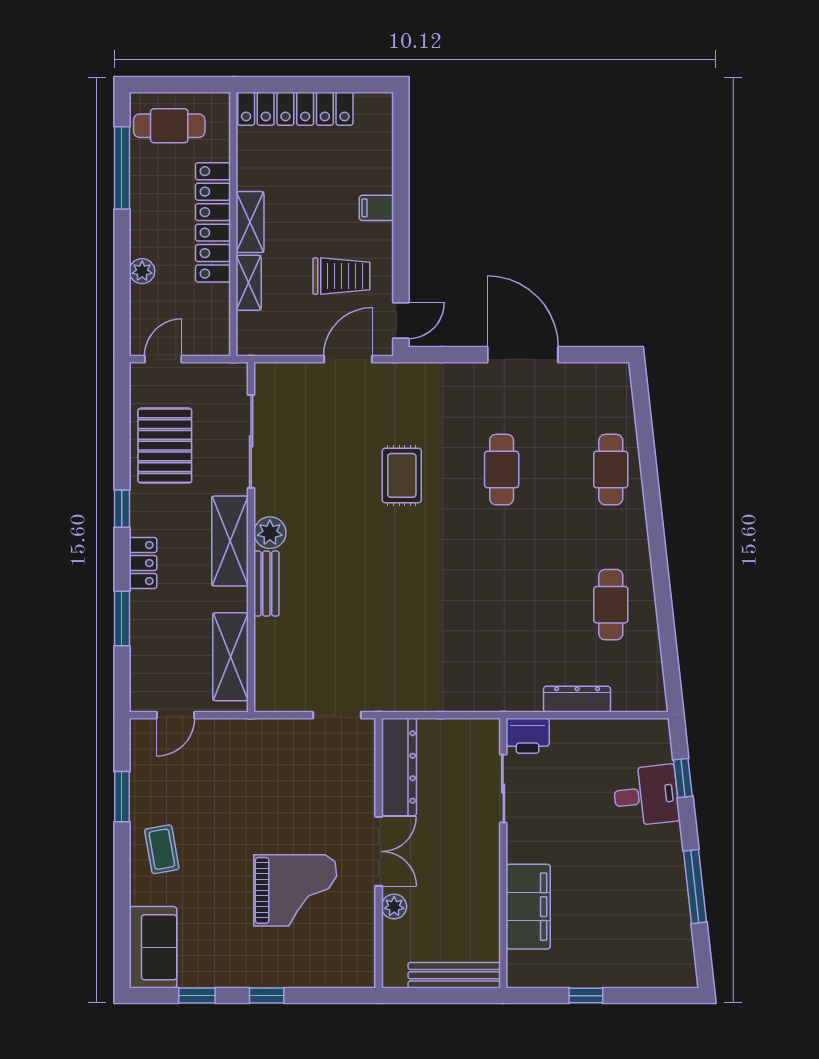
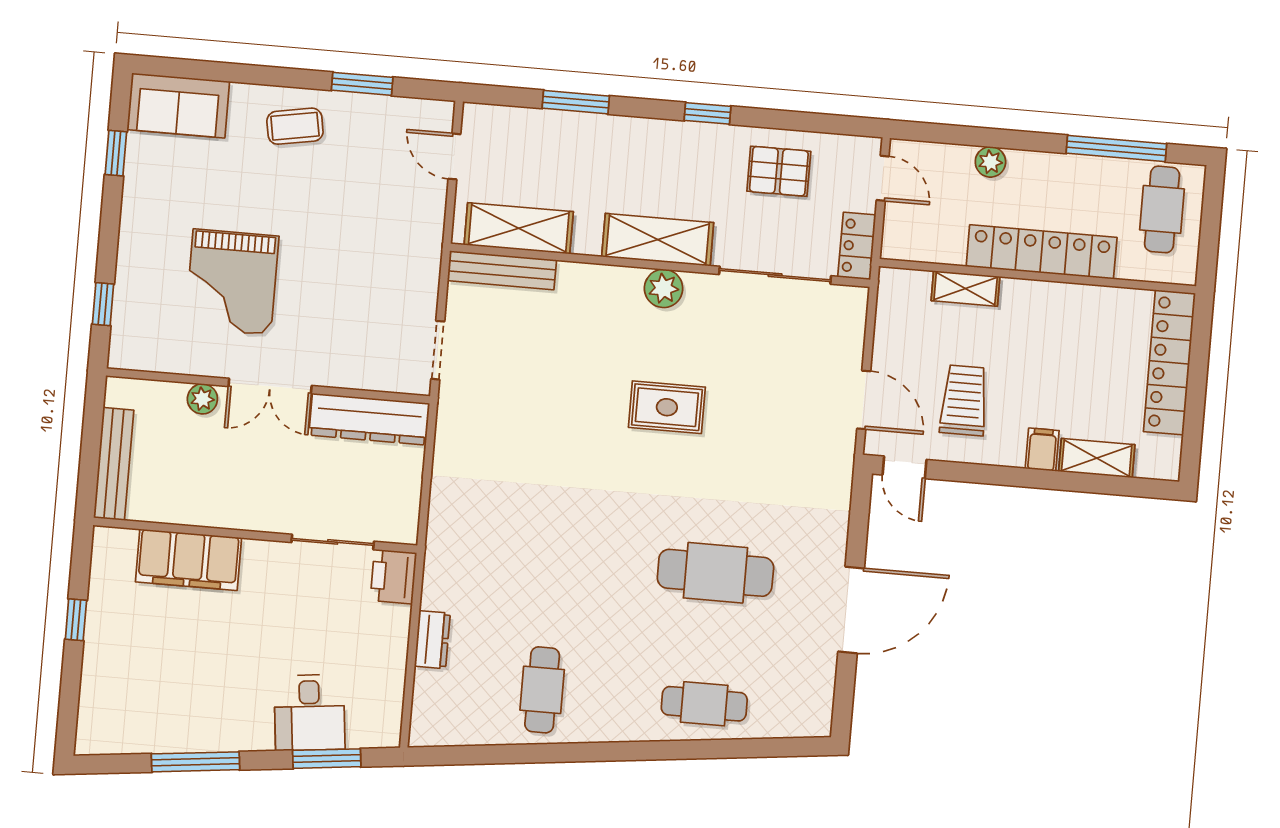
shelving: (250, 222) -> (1097, 458), moved
trolley: (341, 276) -> (964, 400), turned 180
pallet: (165, 446) -> (779, 171), width x0.67, depth x0.71
cafe table: (502, 470) -> (715, 573), width x1.37, depth x1.35
rug: (402, 475) -> (667, 407), moved
locker: (143, 563) -> (857, 246), moved, turned 90
bench: (266, 584) -> (502, 270), moved, width x1.36
cafe table: (611, 605) -> (542, 690), turned 90
dresser: (577, 699) -> (432, 640), width x0.70
window: (683, 778) -> (327, 759), width x1.50
window: (267, 996) -> (103, 304), moved

